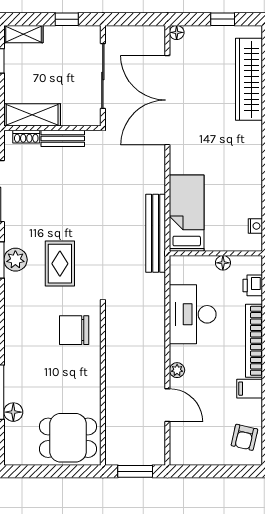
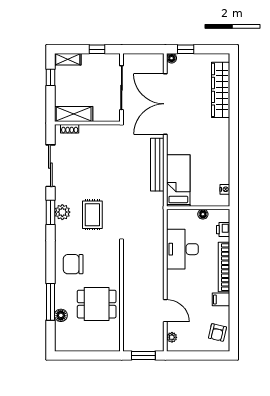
window: (223, 19) -> (186, 49), moved
bench: (63, 138) -> (94, 130), removed
bench: (156, 233) -> (157, 165), moved
chair: (74, 330) -> (73, 264), moved
plant: (177, 370) -> (172, 337), moved
dining table: (68, 438) -> (97, 304), moved

